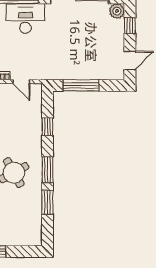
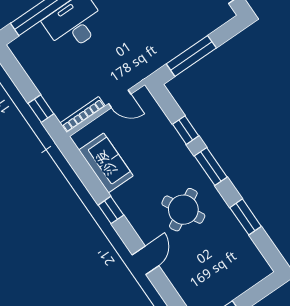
window: (47, 170) -> (211, 166), moved

